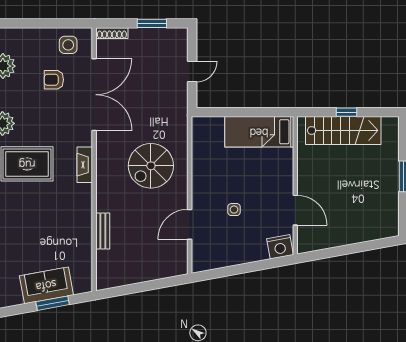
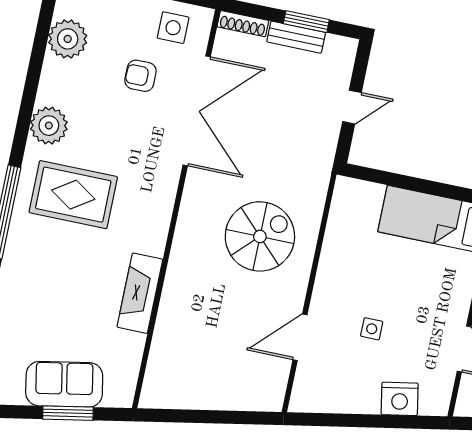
fireplace: (85, 165) -> (140, 293), moved, width x1.37, depth x1.32
spiral stairs: (151, 166) -> (260, 236), turned 180
bench: (103, 231) -> (296, 37), moved, turned 90
nightstand: (280, 247) -> (400, 399), moved

